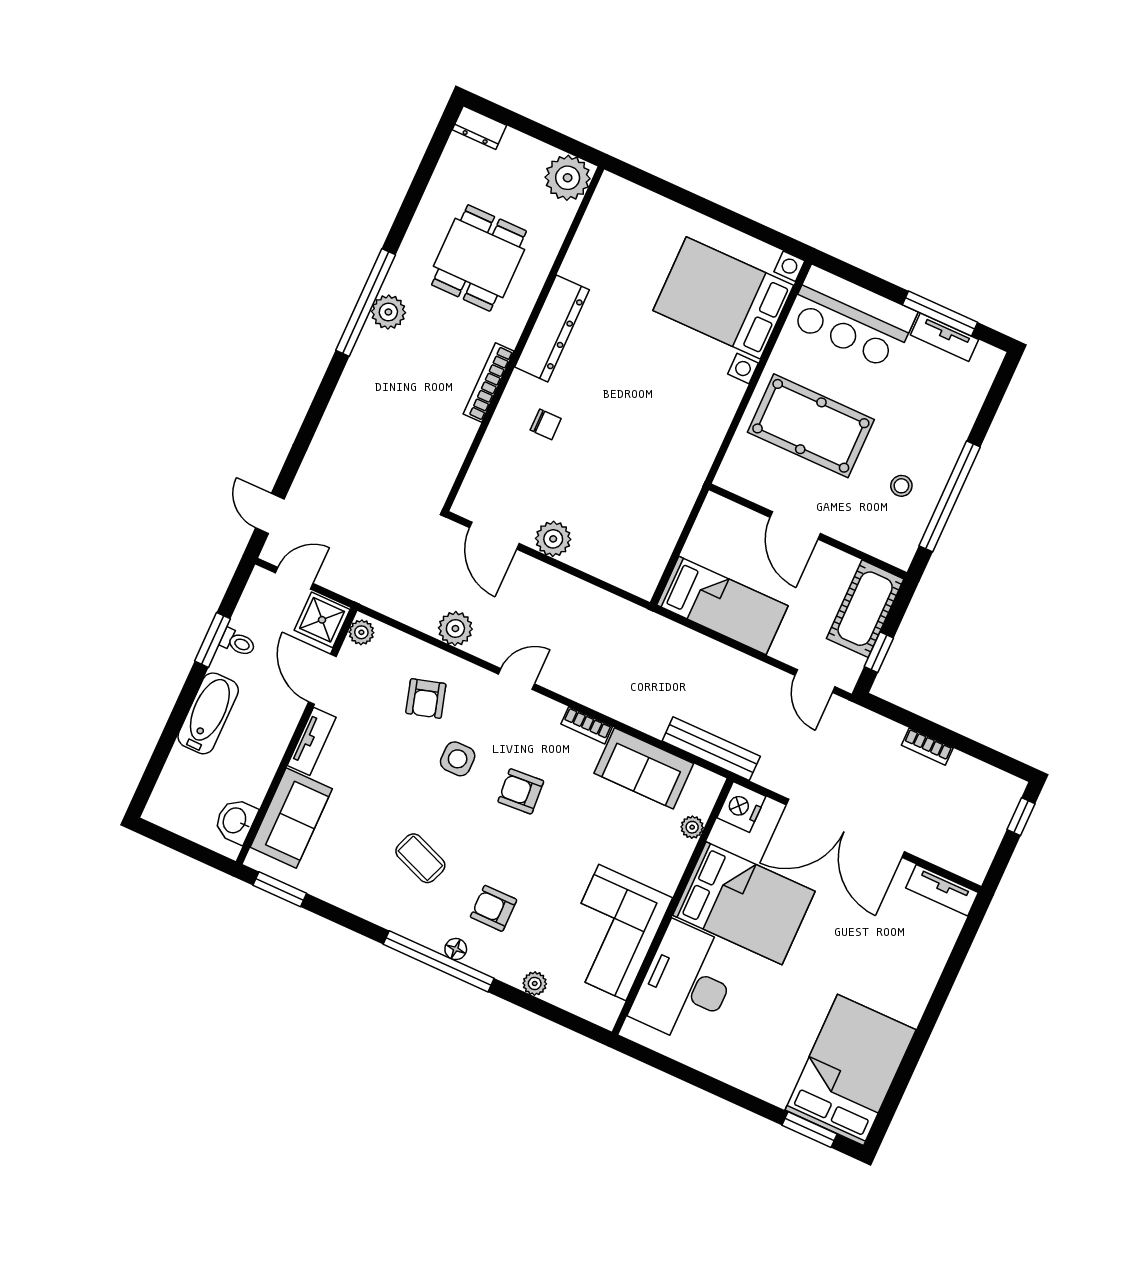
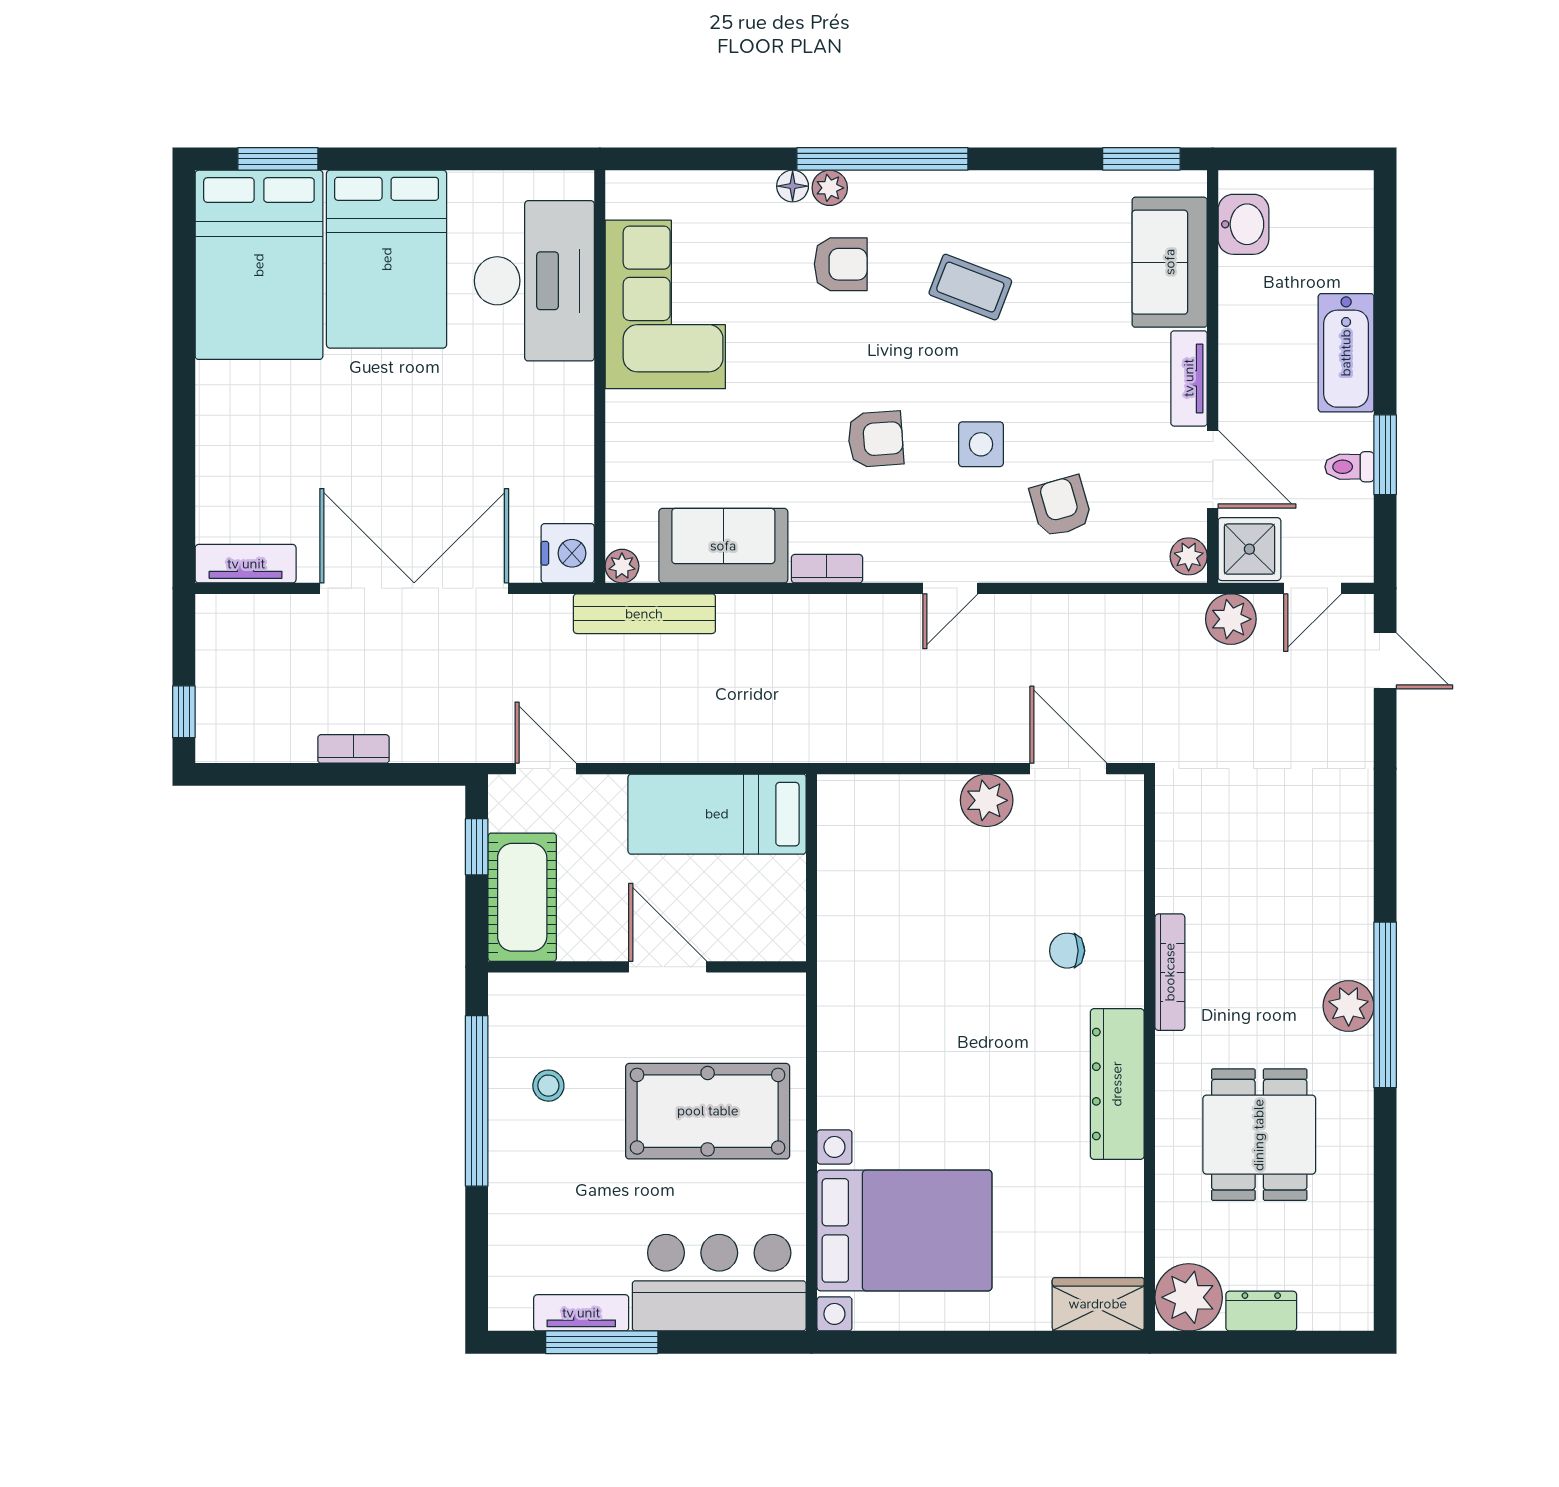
dresser: (479, 128) -> (1261, 1311), moved
wardrobe: (625, 199) -> (1098, 1304), added
plant: (455, 629) -> (1231, 619), moved
plant: (692, 827) -> (622, 566), moved
bed: (744, 903) -> (387, 259), moved, turned -90
floor lamp: (456, 949) -> (793, 186), moved
plant: (535, 984) -> (830, 188), moved

